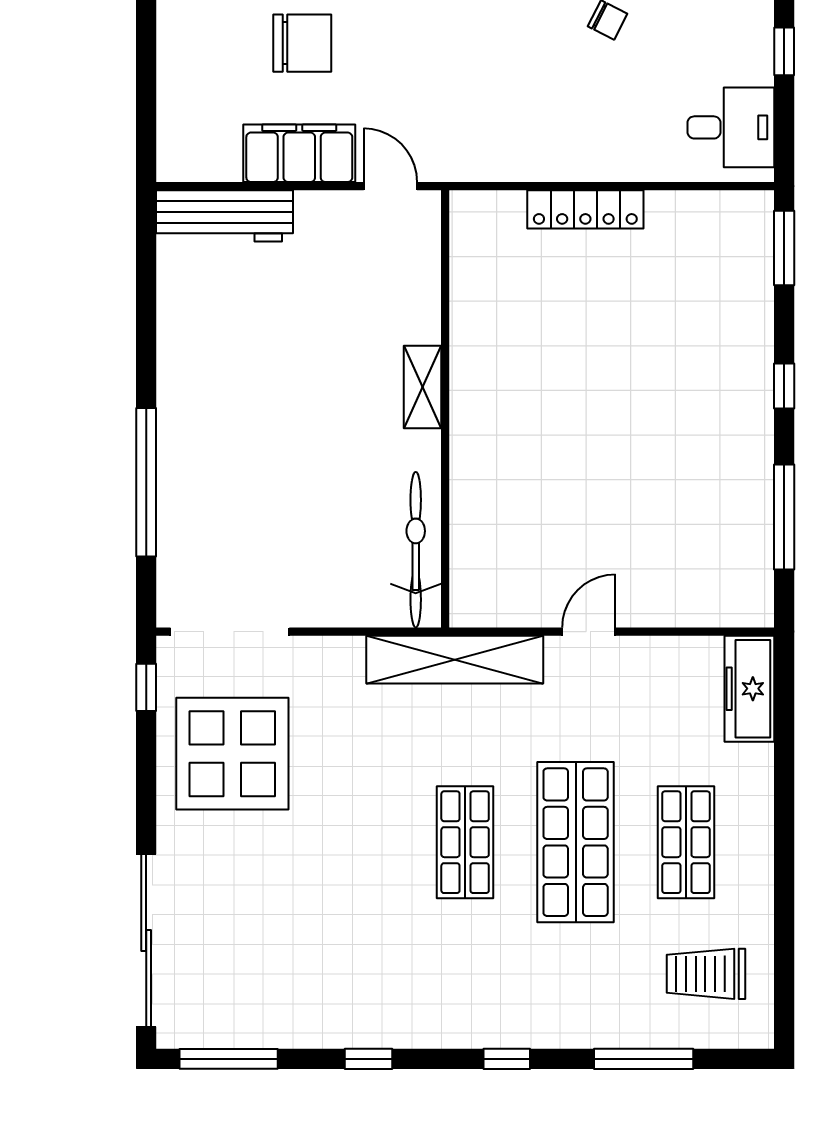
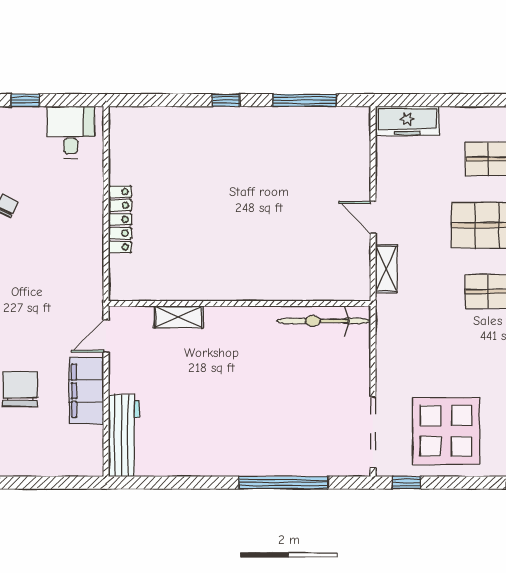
window: (784, 248) -> (143, 100), removed
shelving: (422, 387) -> (179, 317), moved
shelving: (455, 660) -> (386, 269), width x0.45, depth x0.75

